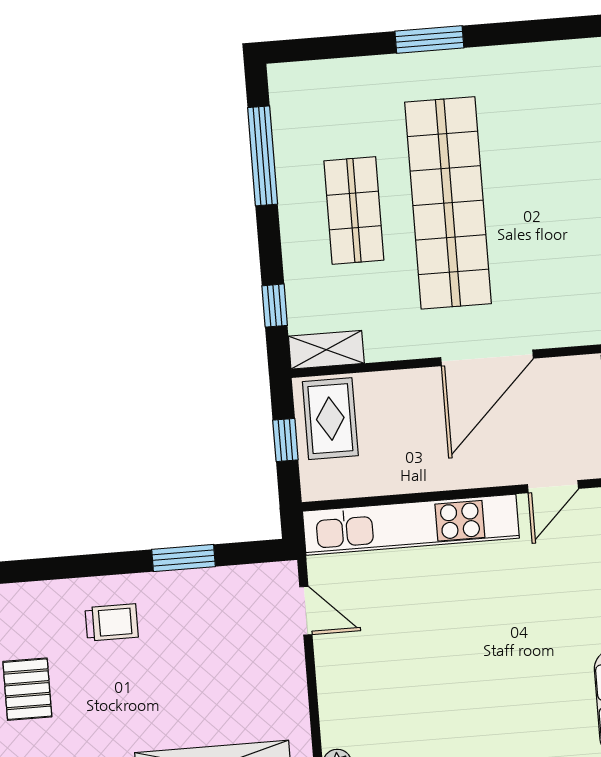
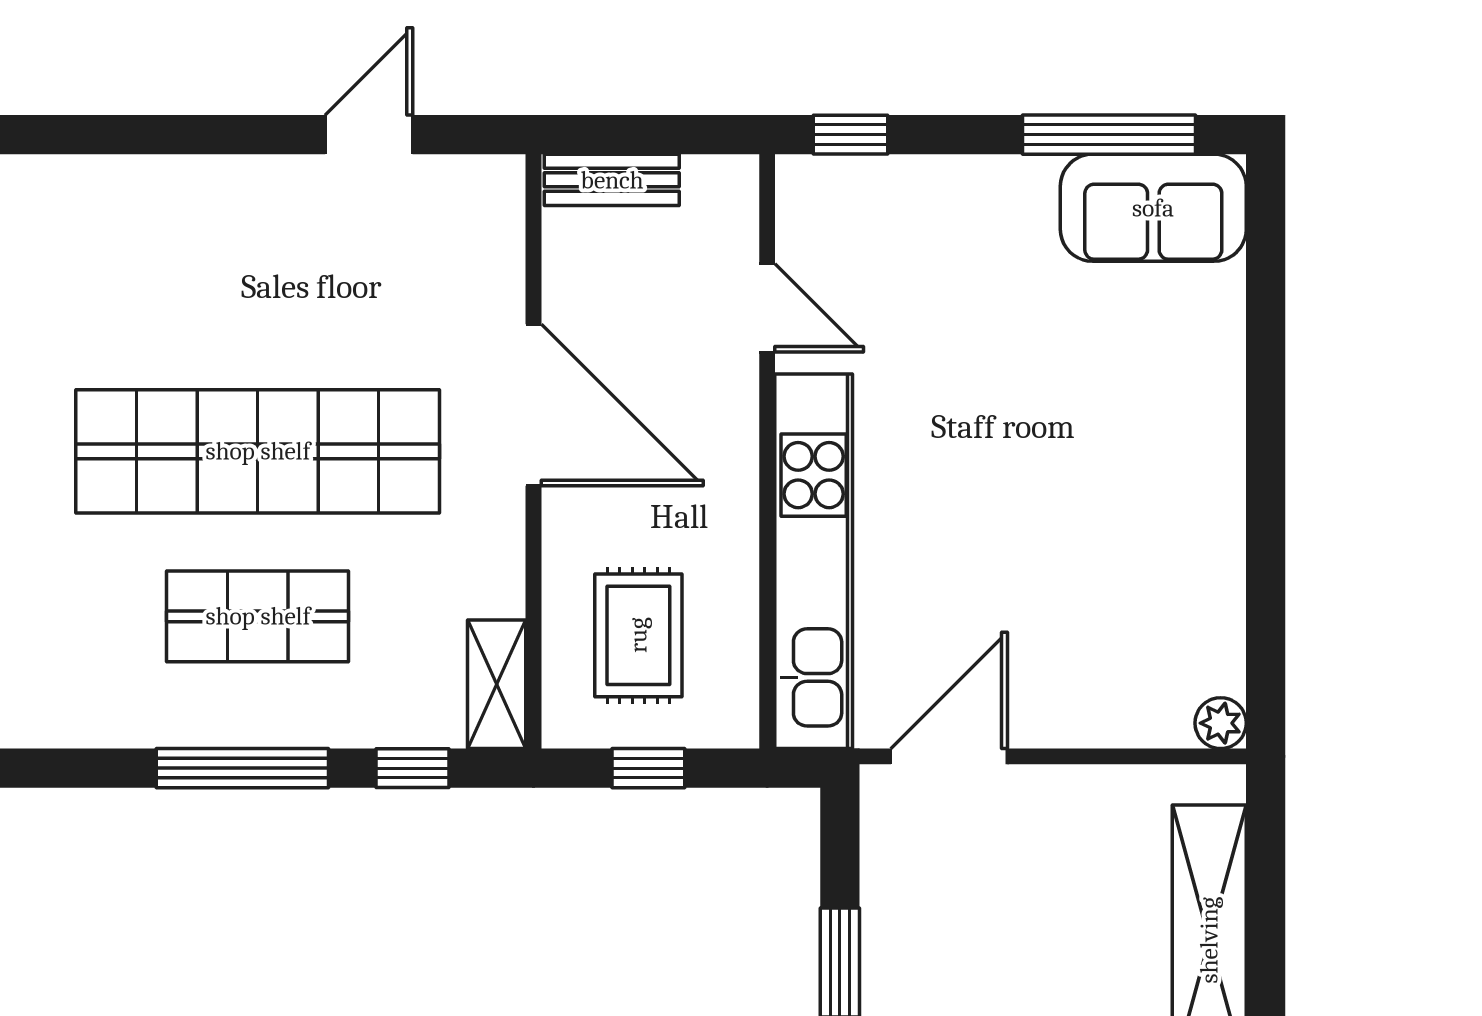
window: (263, 156) -> (242, 768), moved
rug: (330, 419) -> (638, 635), moved, turned 90
door: (306, 611) -> (949, 756), width x1.38

